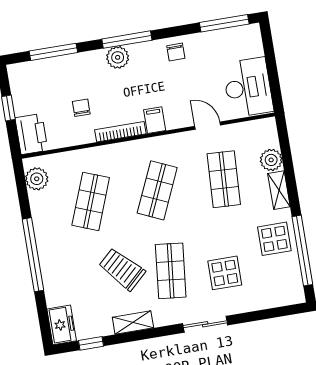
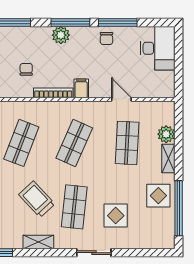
window: (224, 23) -> (118, 23), moved
desk: (248, 87) -> (158, 48), moved

